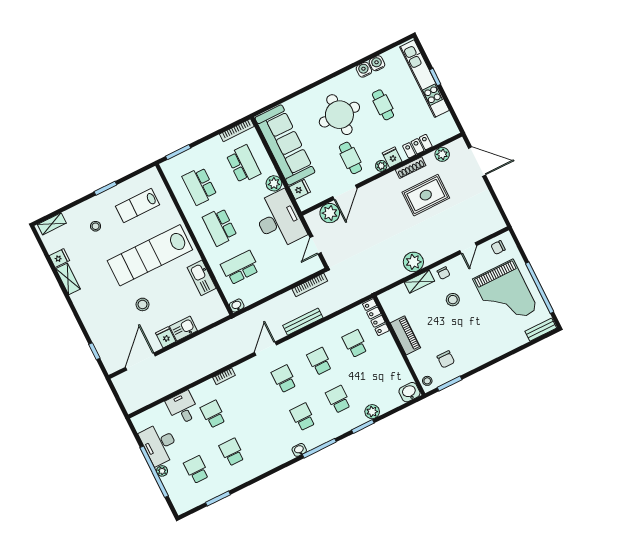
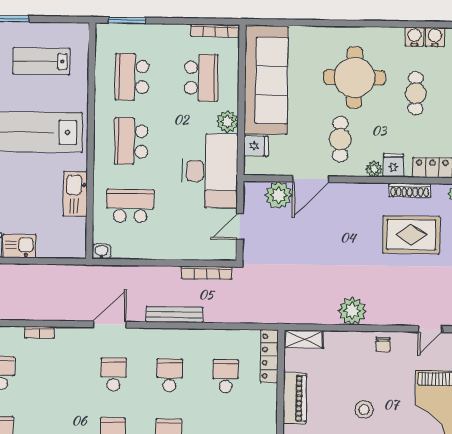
shelving: (419, 282) -> (304, 339), moved
stool: (453, 300) -> (364, 410), moved

